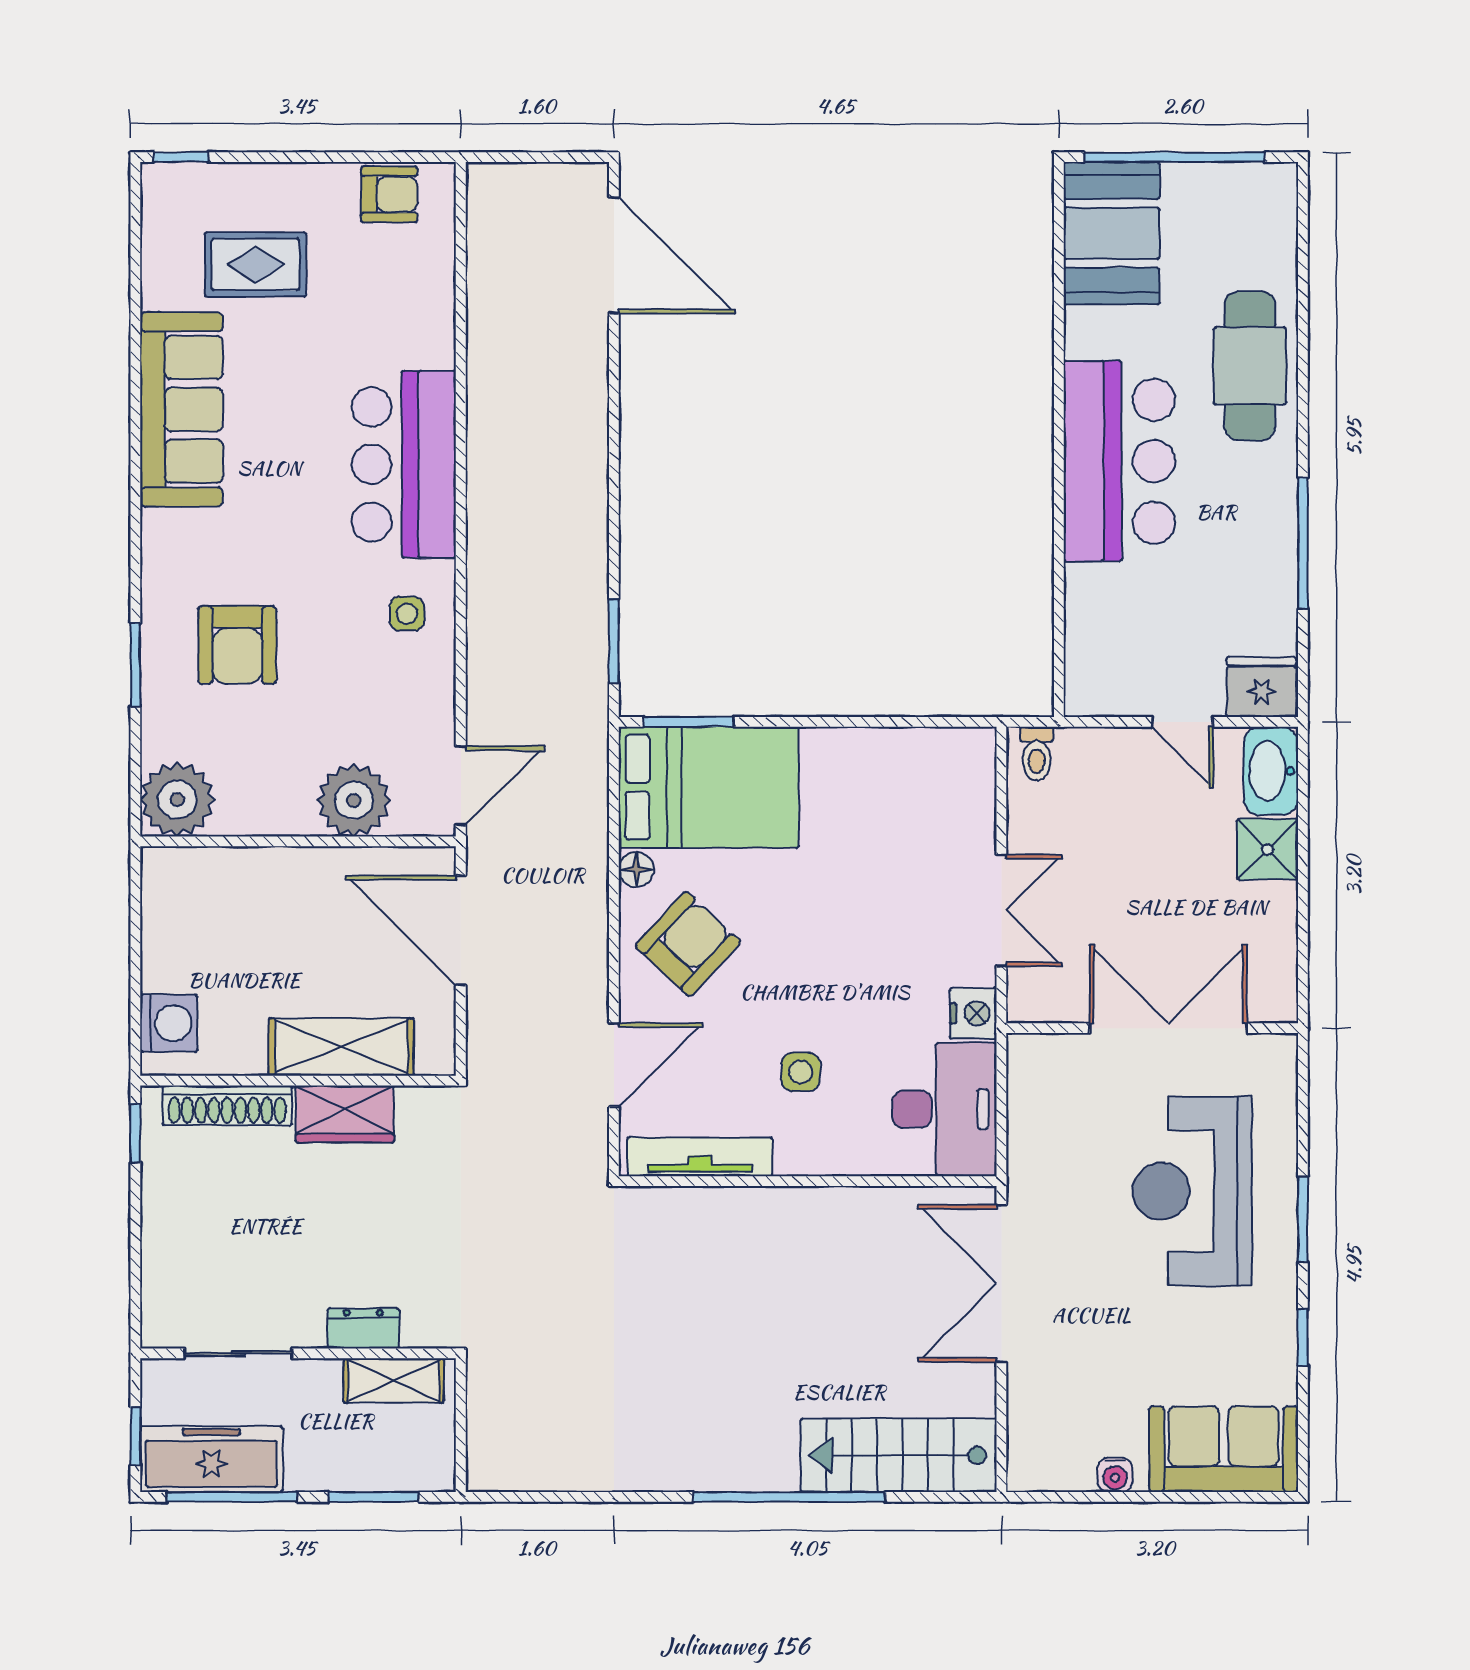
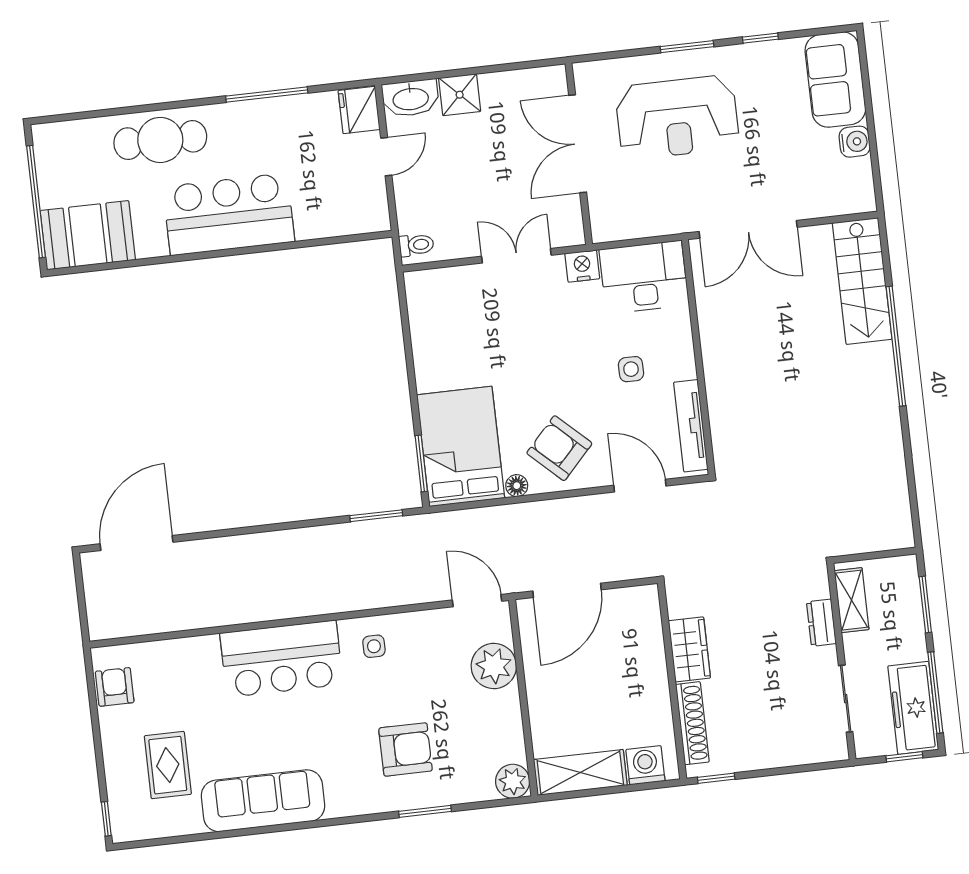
plant: (177, 800) -> (513, 781), width x0.73, depth x0.73
shelving: (341, 1047) -> (580, 772), moved, turned 90
water cooler: (1115, 1475) -> (855, 142), width x1.38, depth x1.38

